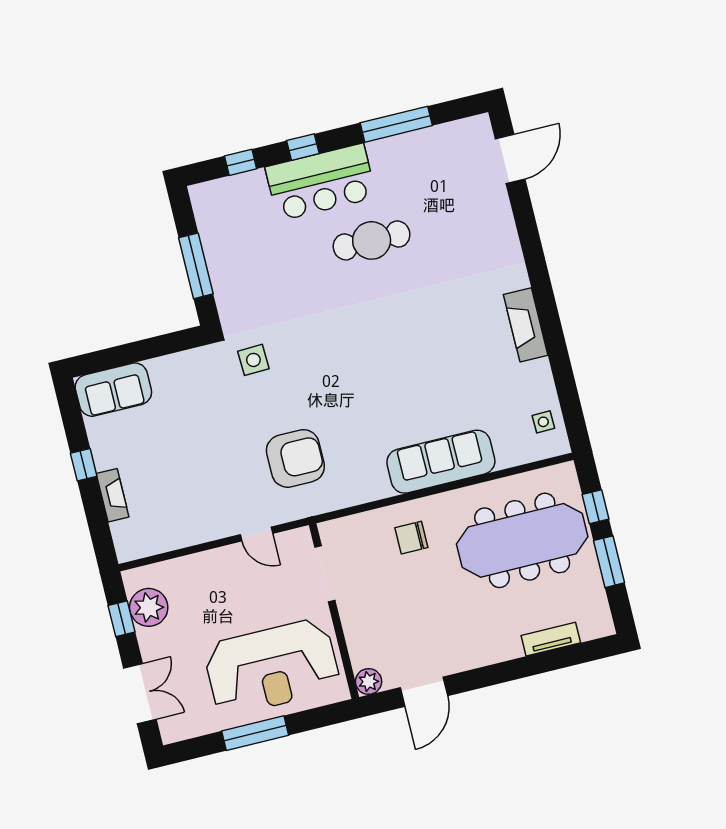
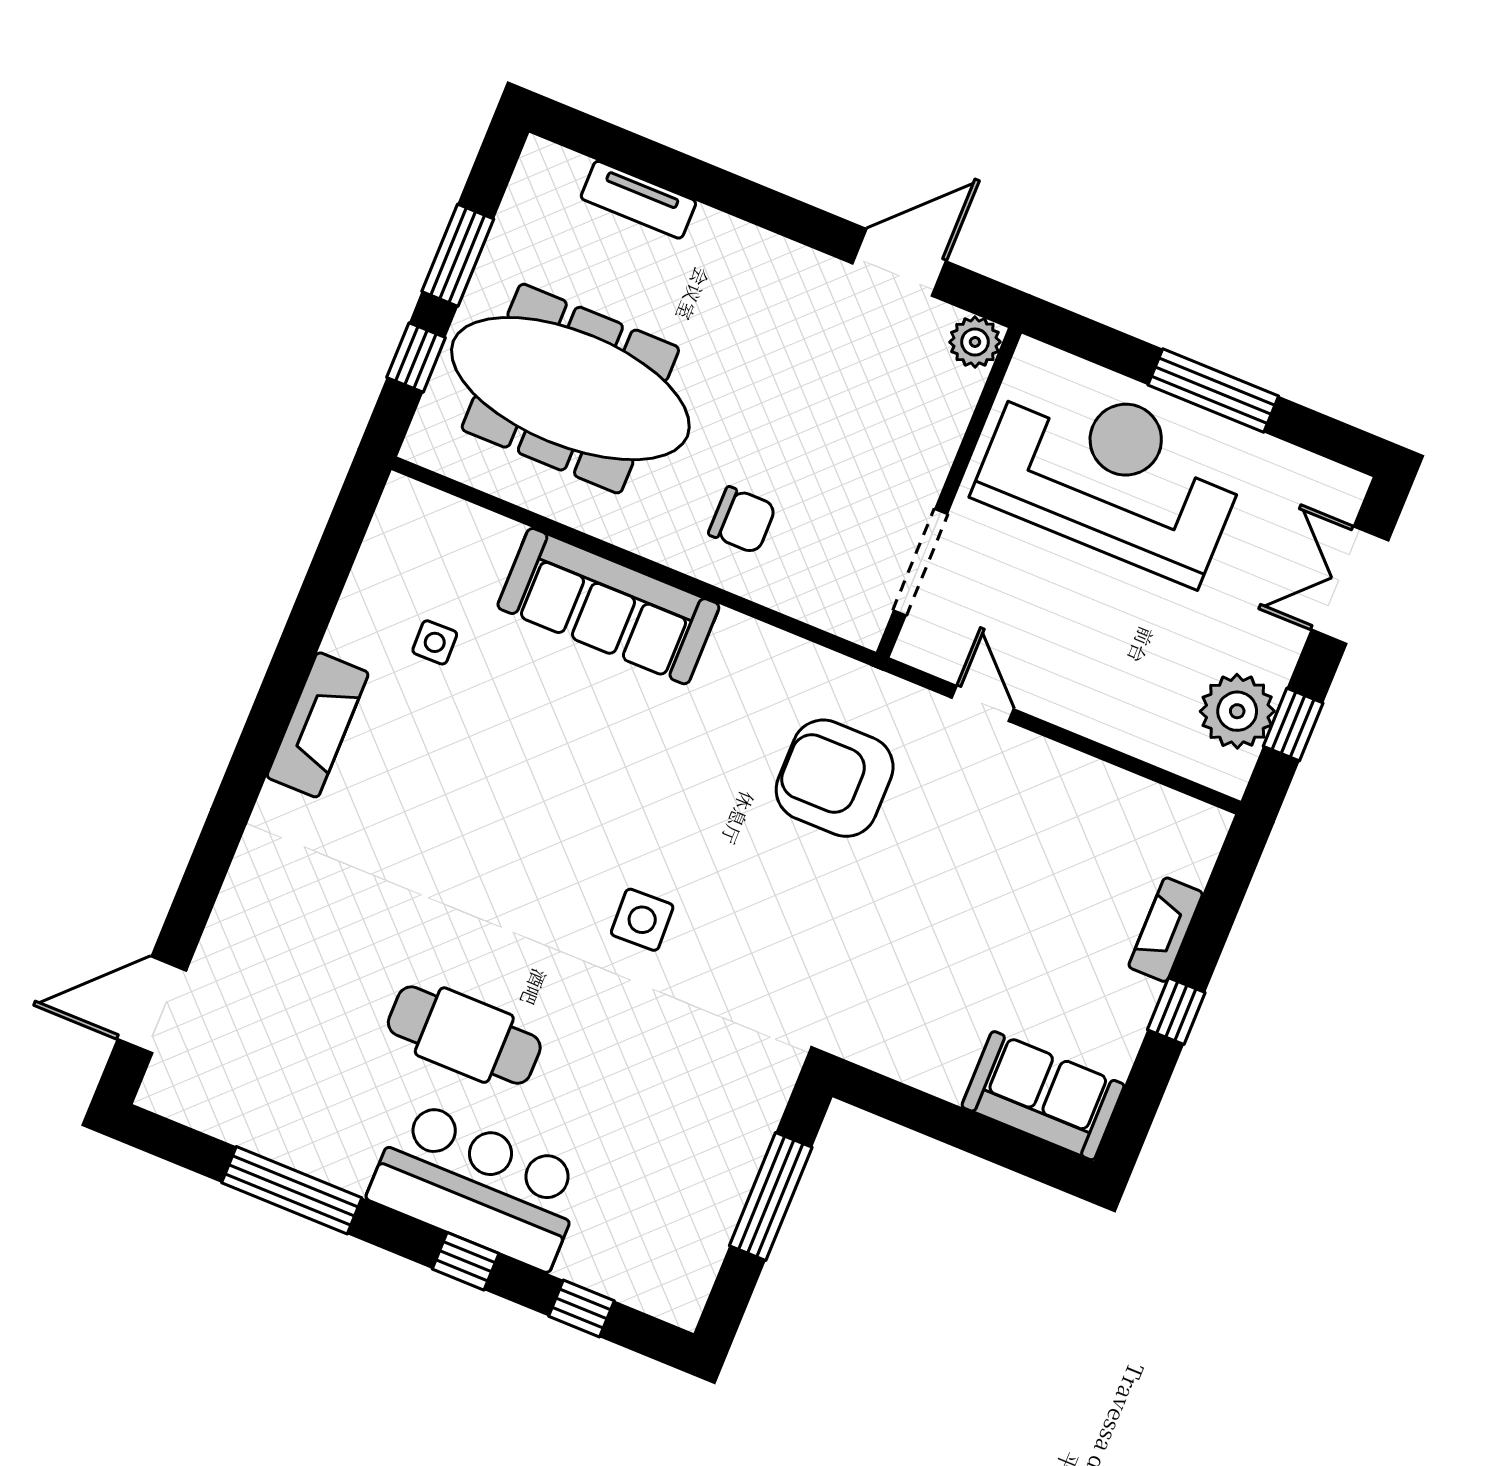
side table: (253, 360) -> (642, 920), moved
side table: (543, 422) -> (435, 642), moved

